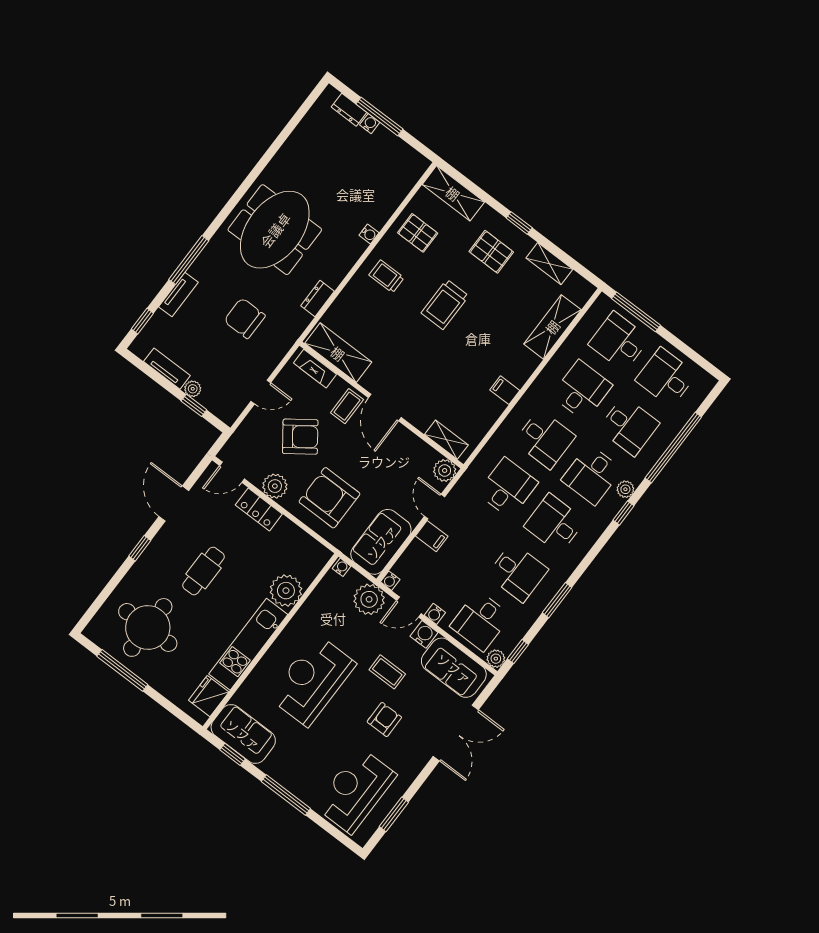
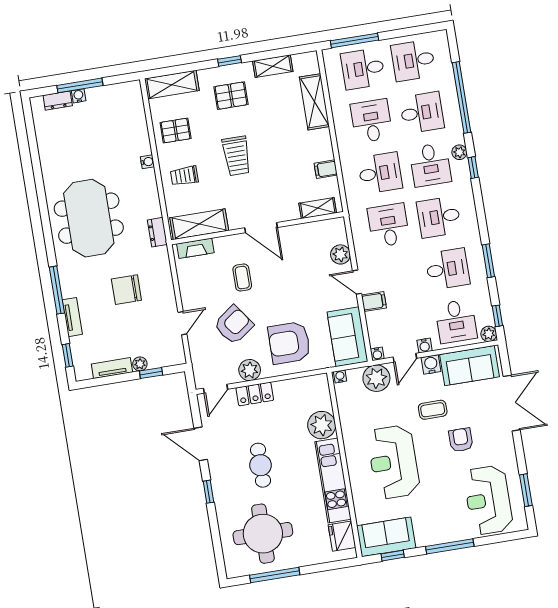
shelving: (338, 353) -> (199, 224), moved
fireplace: (315, 369) -> (195, 248), moved
wall: (381, 405) -> (257, 228), moved
door: (385, 408) -> (261, 228), moved
shelving: (446, 440) -> (318, 208), moved

